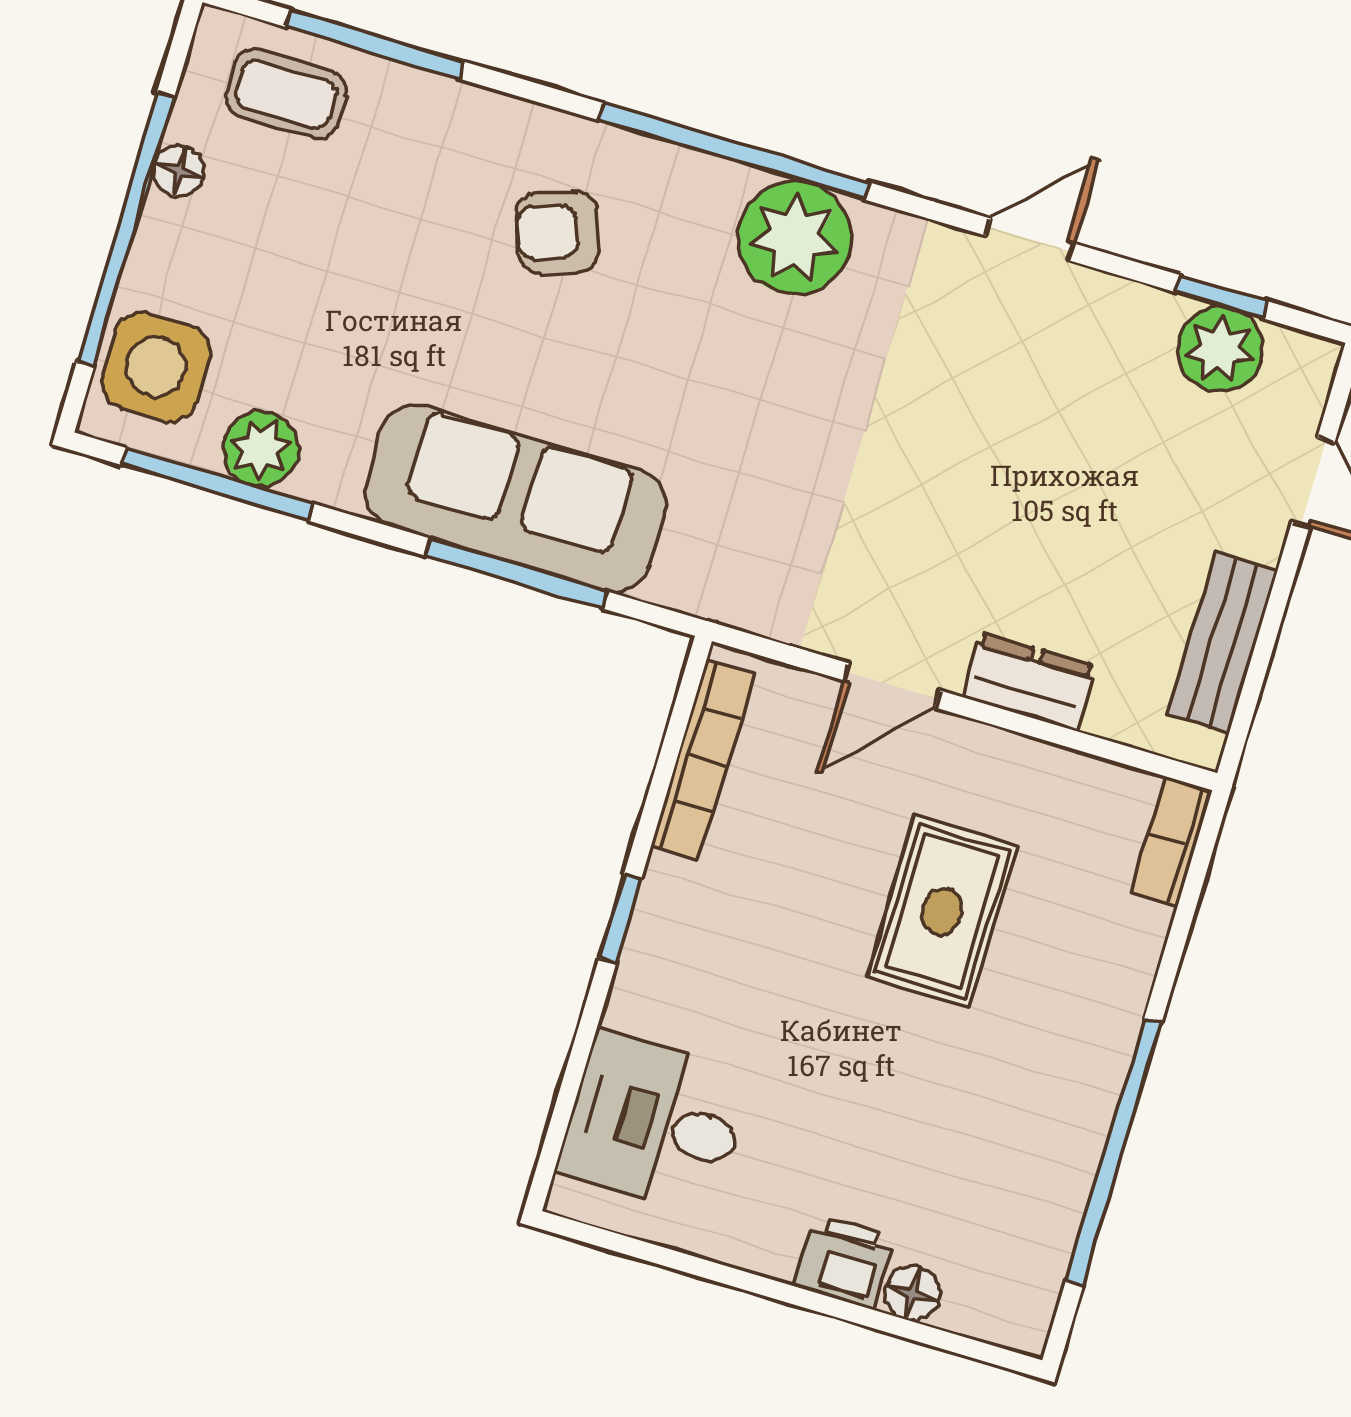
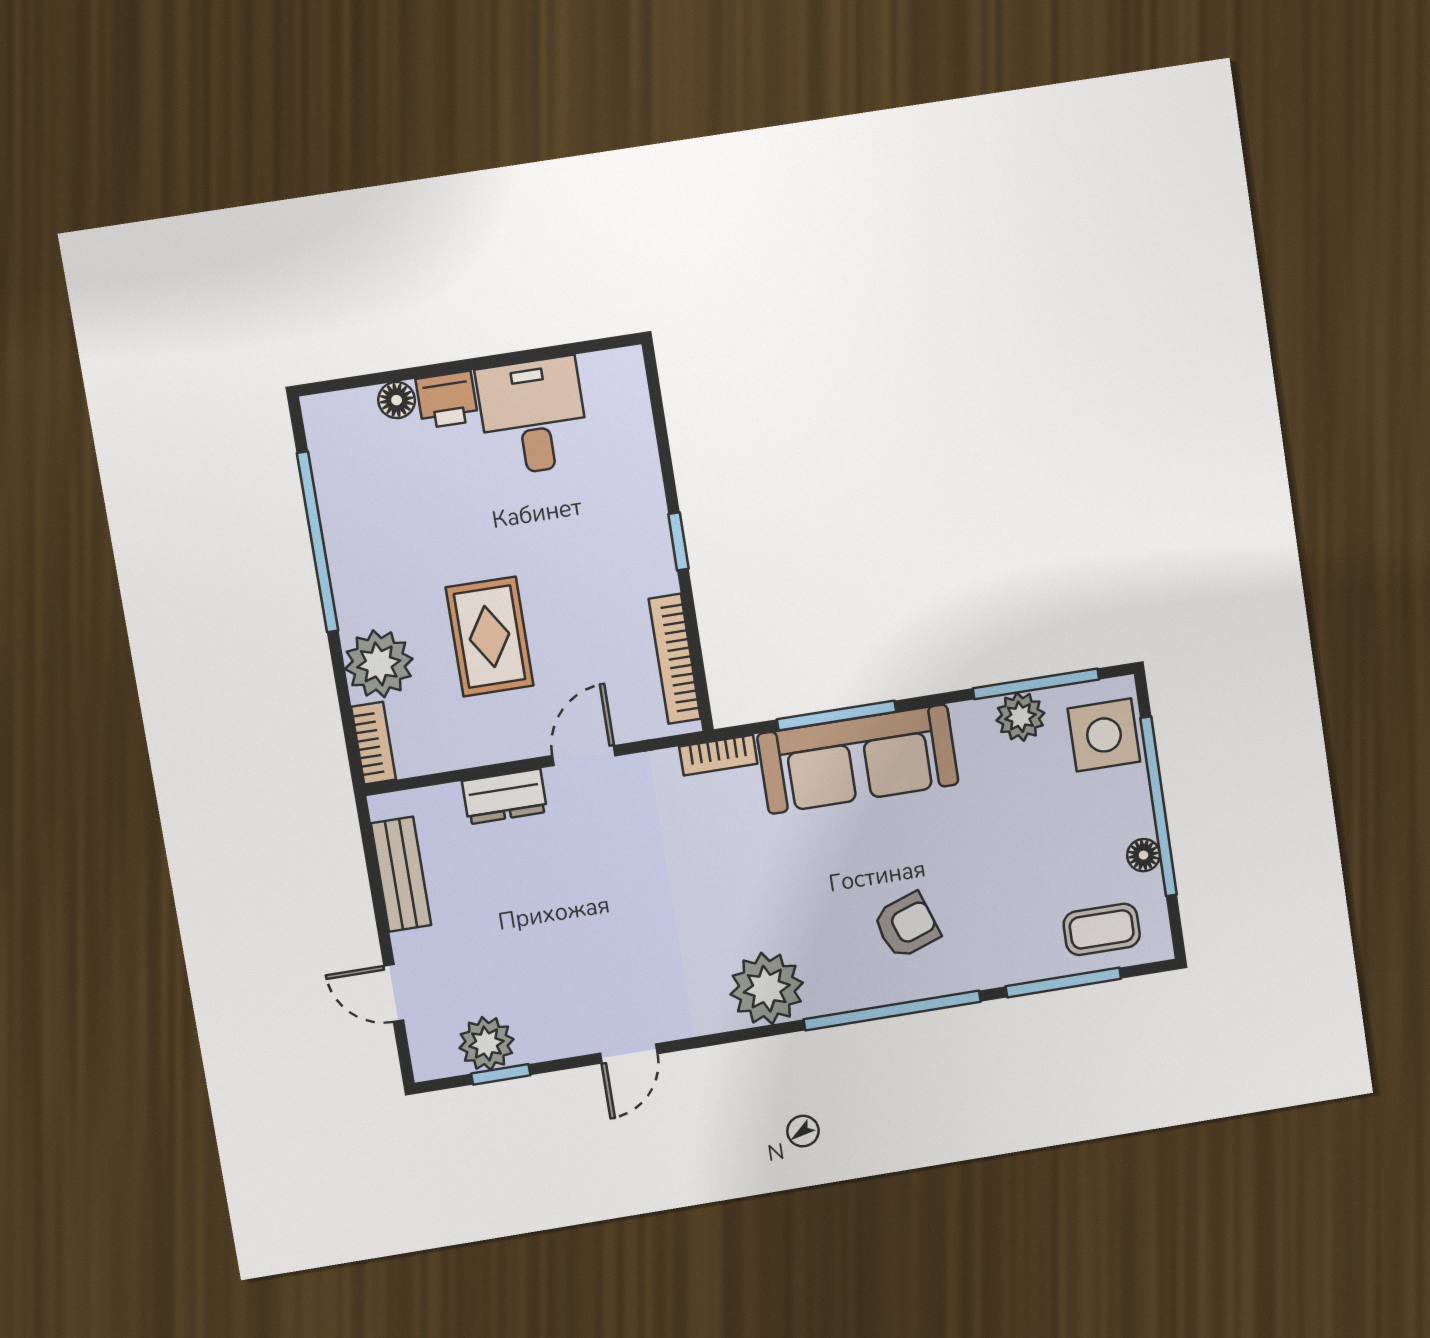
window: (734, 151) -> (892, 1010), moved
bookcase: (706, 597) -> (718, 755), added
plant: (1112, 946) -> (379, 664), added
desk: (655, 1122) -> (533, 416), moved, turned -90

